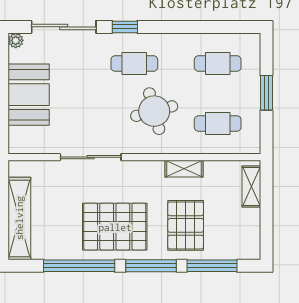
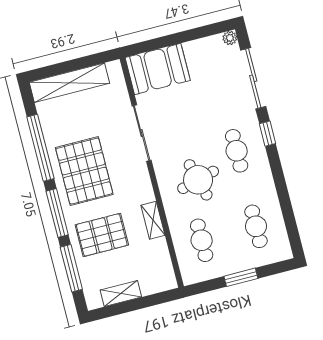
booth: (29, 95) -> (158, 69), moved
shelving: (251, 186) -> (121, 294), moved

